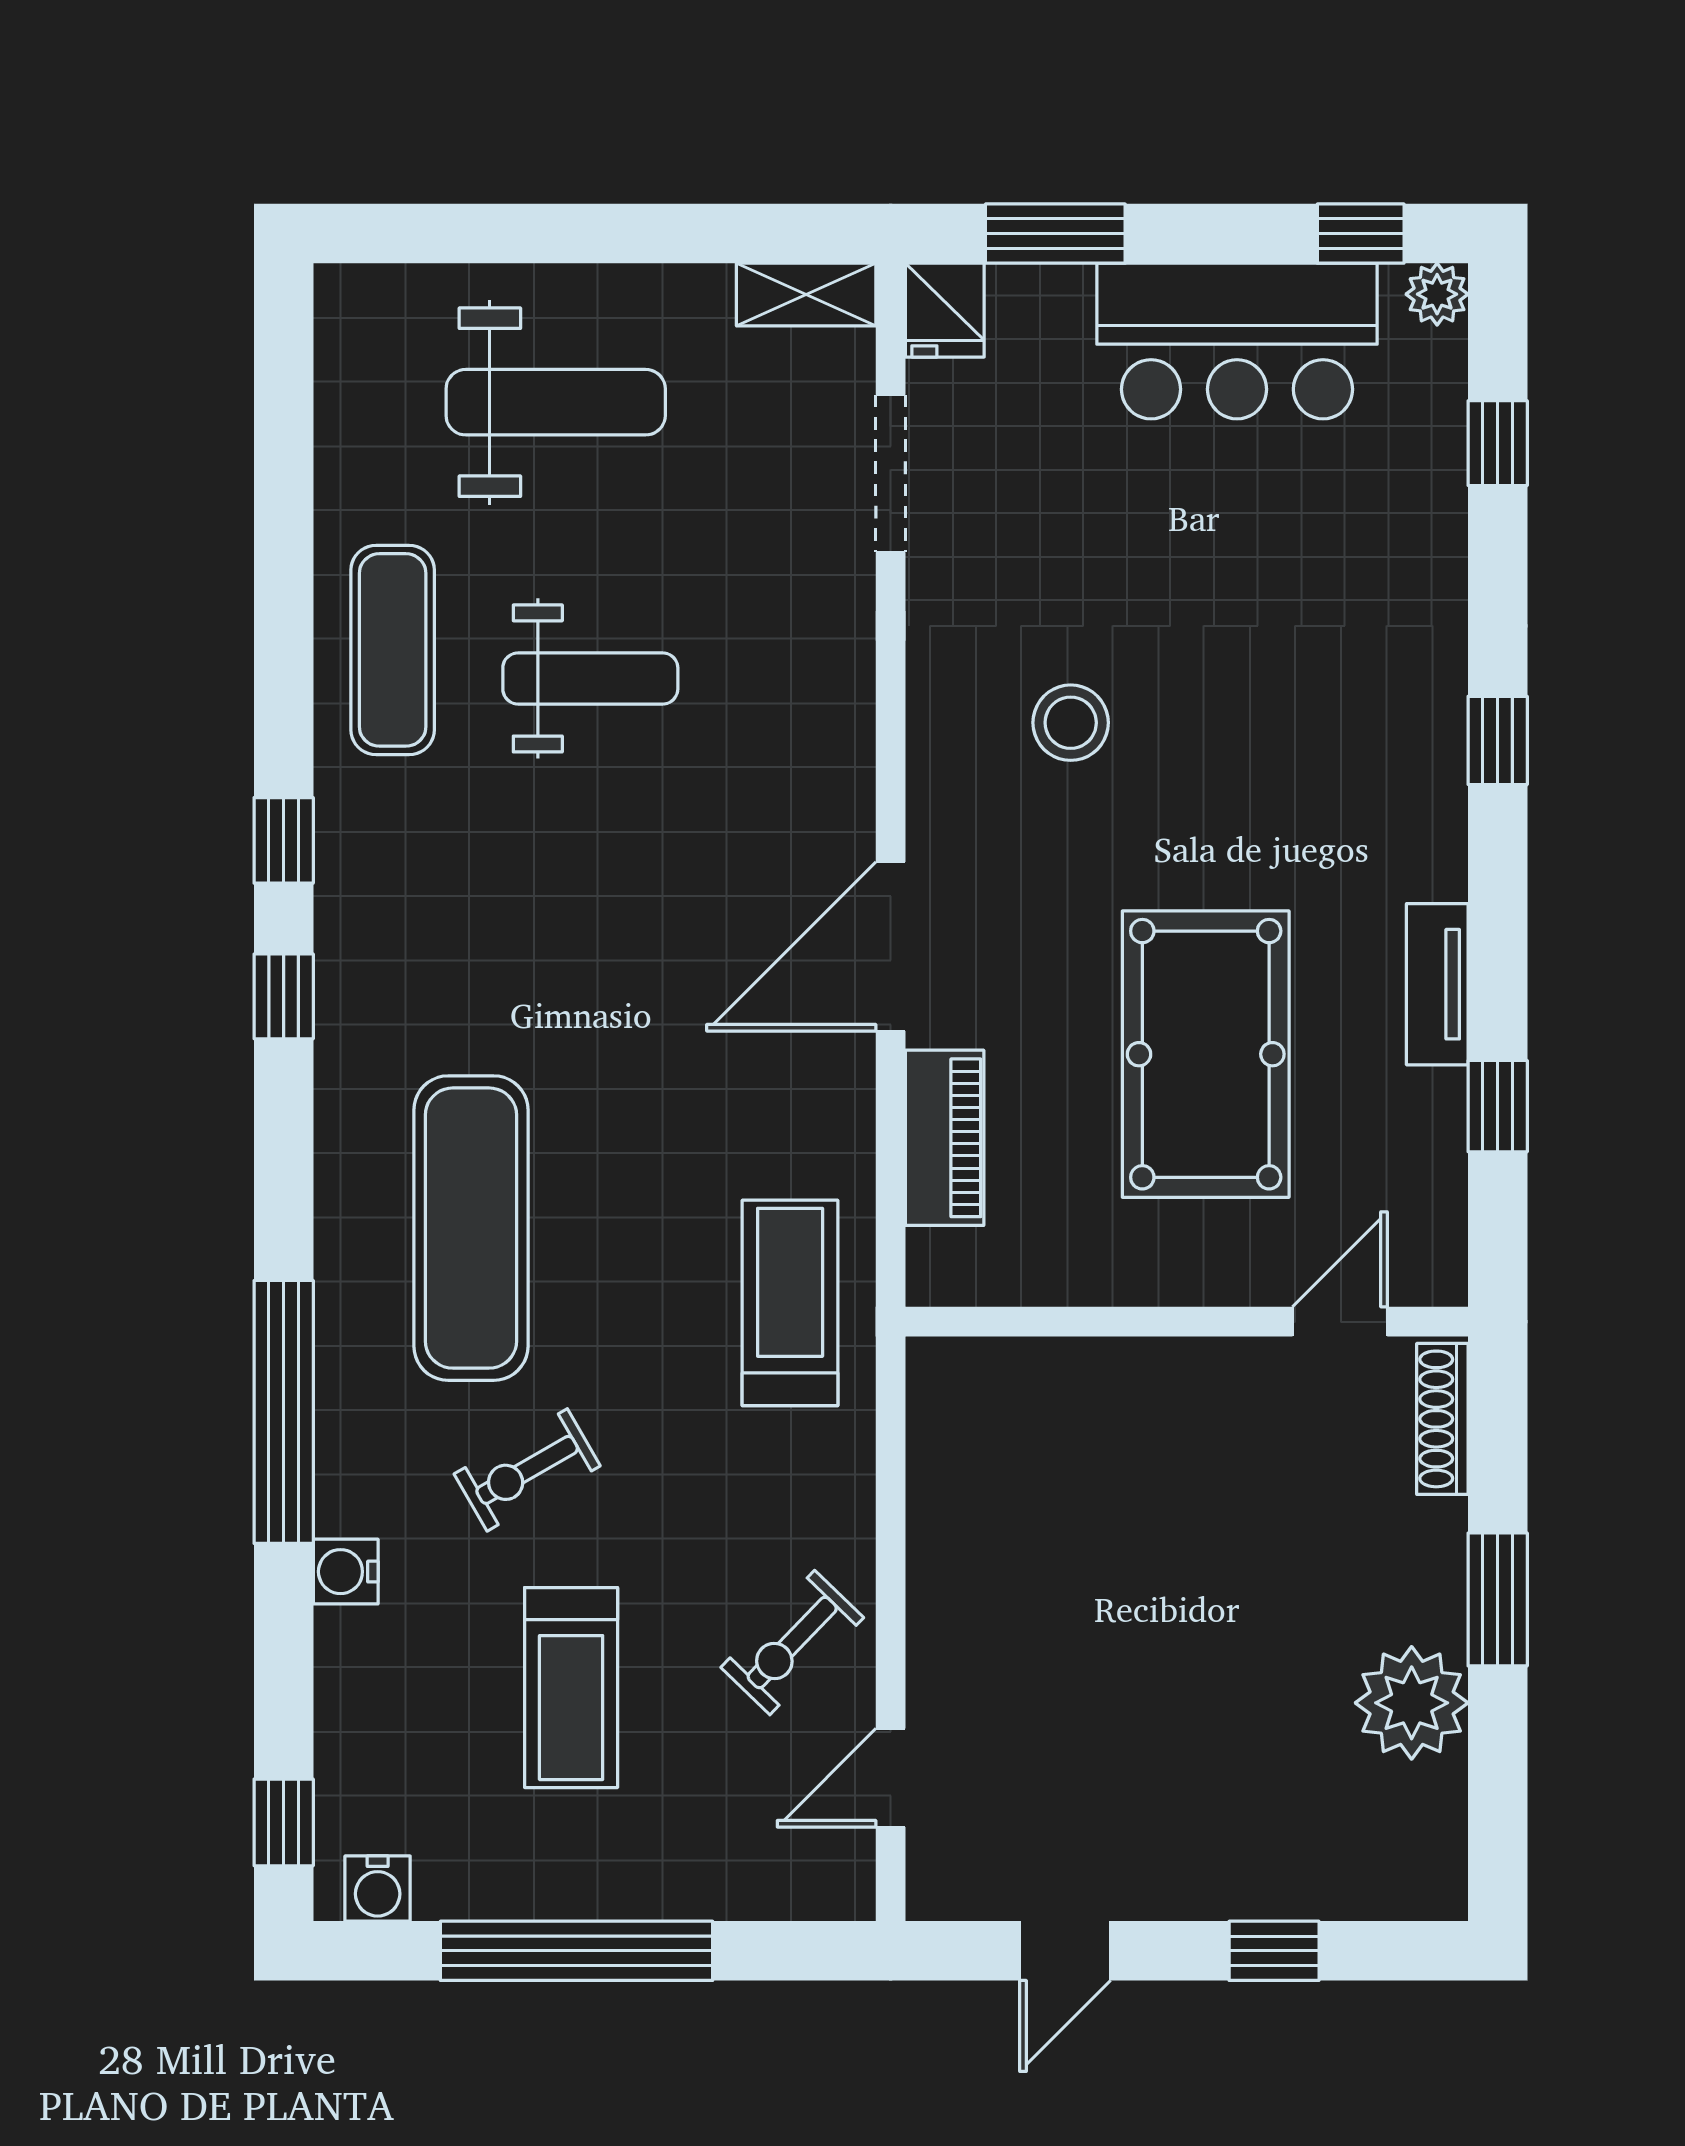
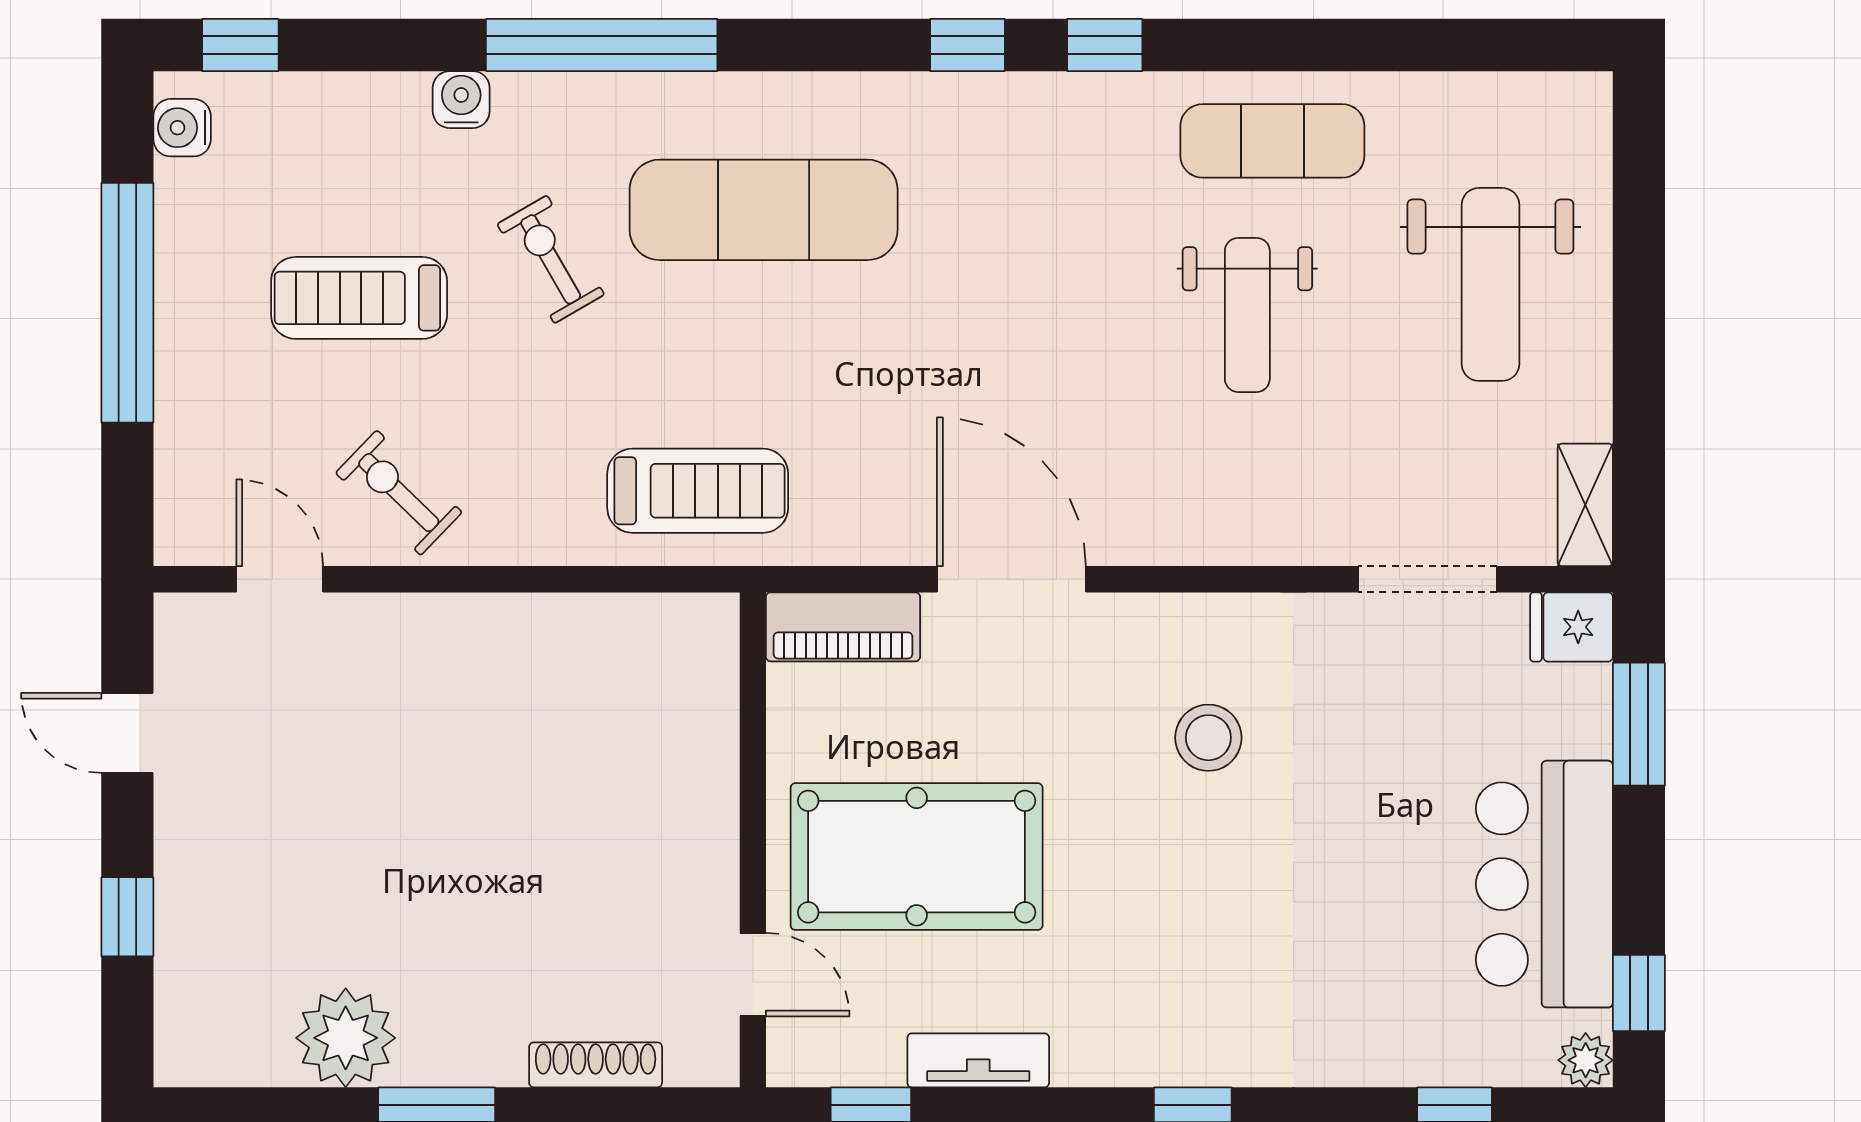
wall: (1187, 1322) -> (753, 840), moved
door: (1340, 1322) -> (753, 975), moved

